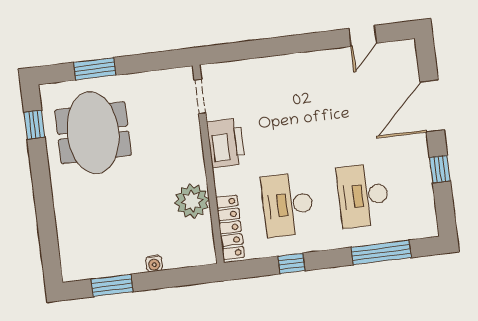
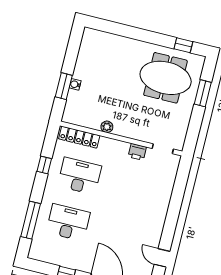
printer: (226, 143) -> (137, 152), width x0.53, depth x0.68
plant: (192, 201) -> (107, 127), width x0.53, depth x0.53
window: (112, 285) -> (64, 86), moved

